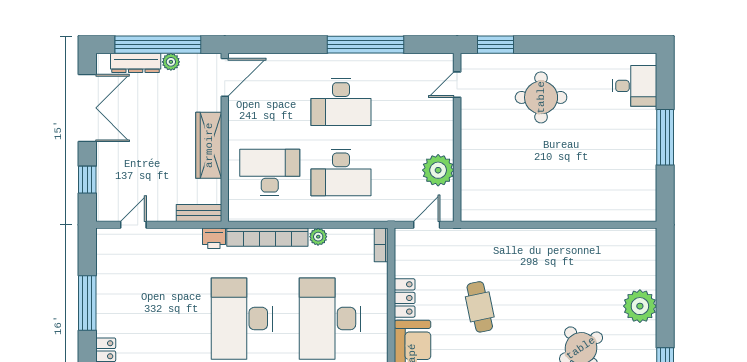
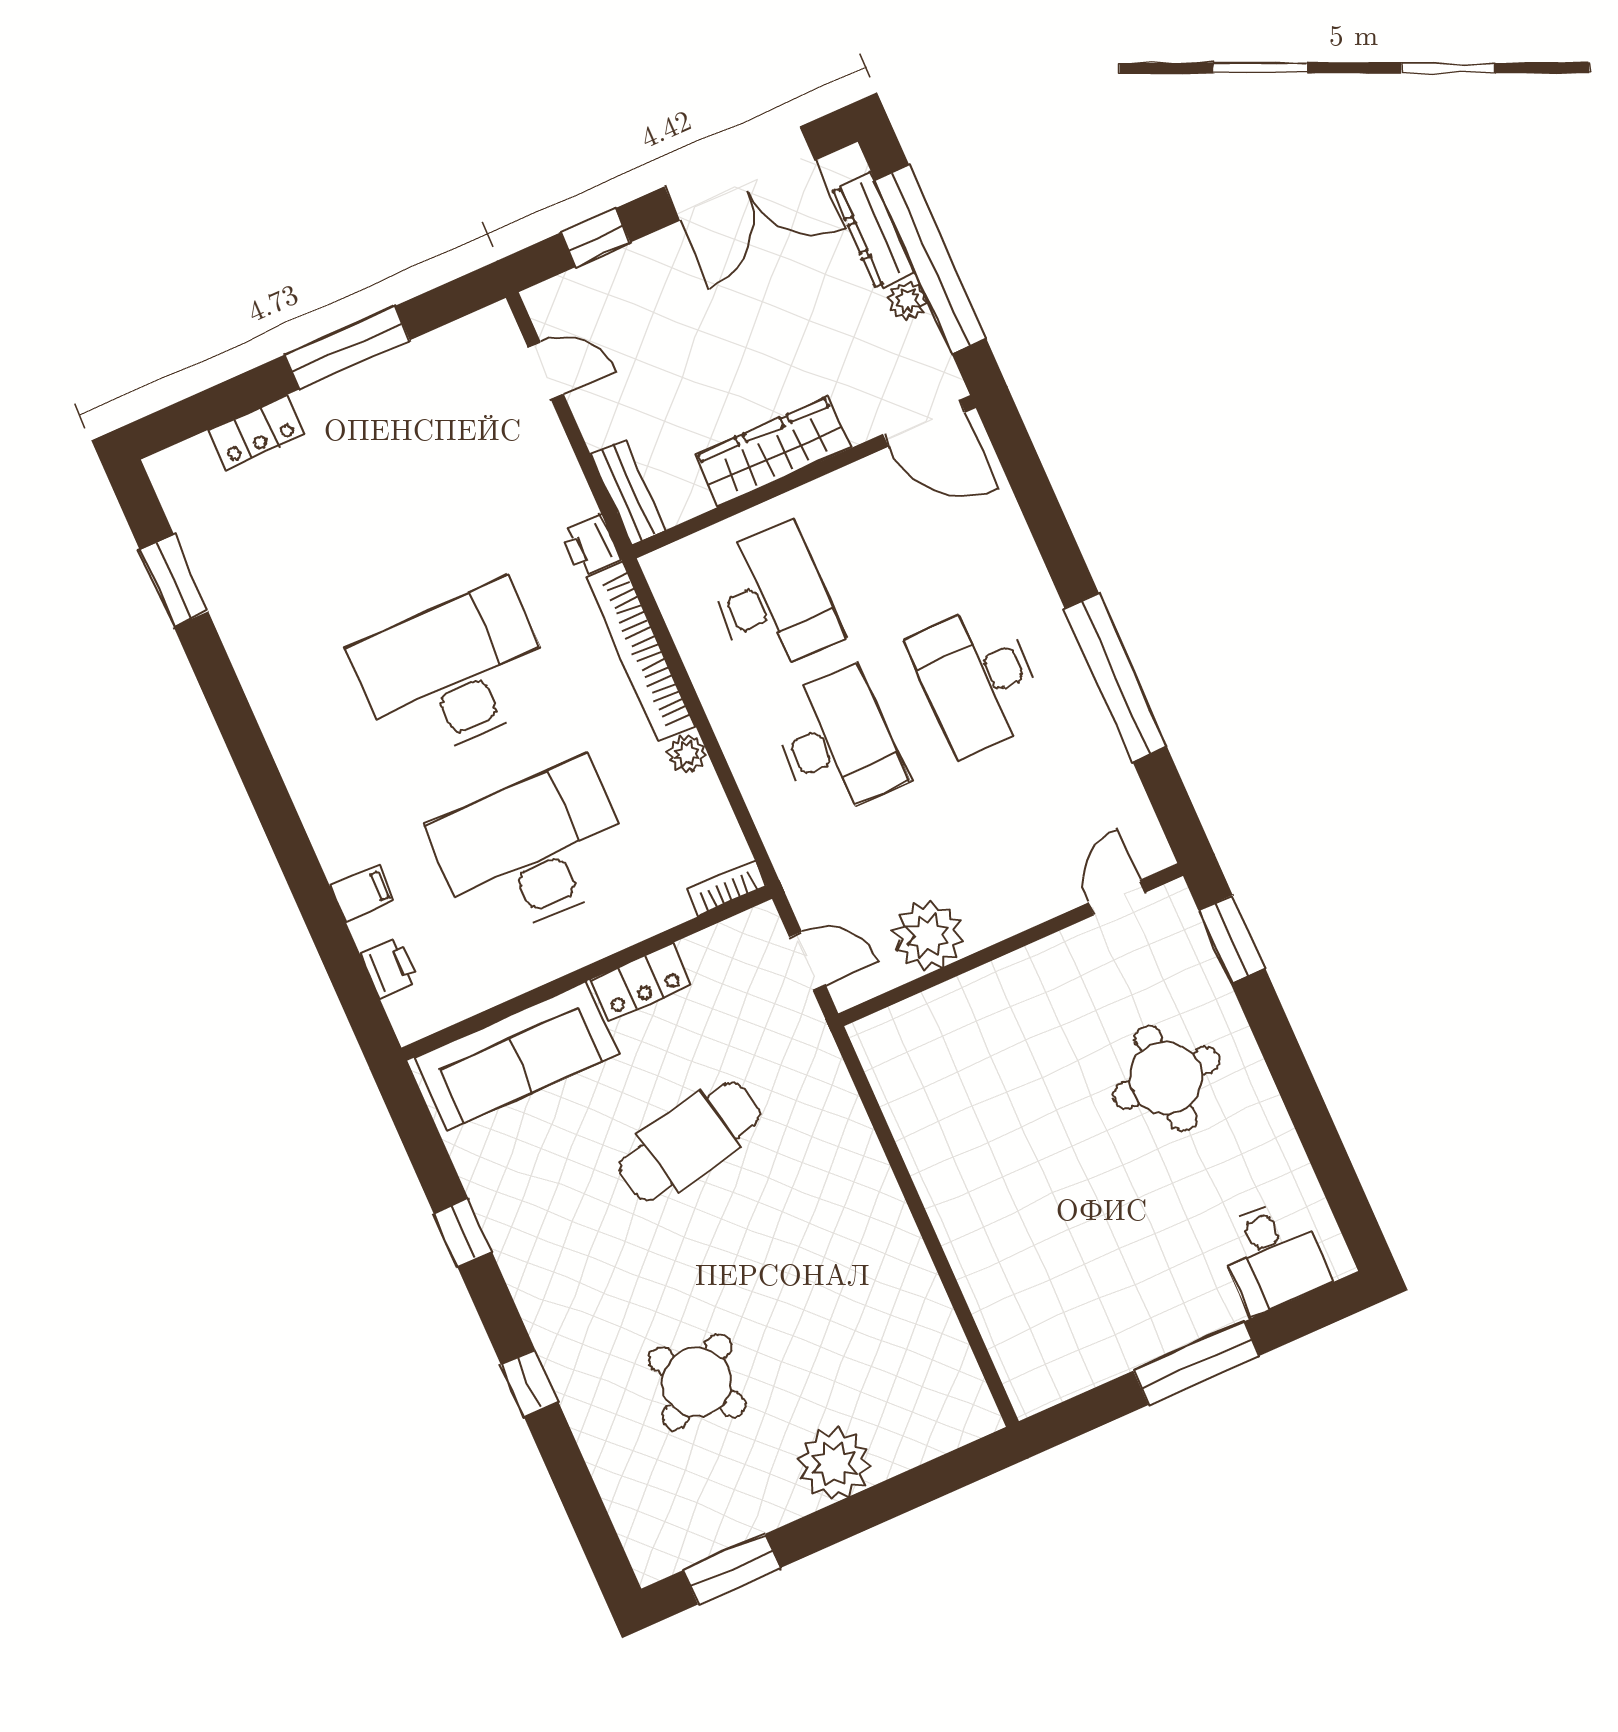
door: (457, 85) -> (1117, 898), hinge flipped
desk: (341, 173) -> (836, 742), turned 180
cafe table: (480, 307) -> (689, 1141), width x1.37, depth x1.35

